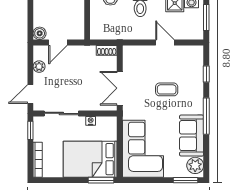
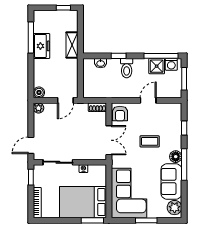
door: (58, 43) -> (65, 100), moved
door: (165, 43) -> (148, 100), hinge flipped
armchair: (133, 58) -> (120, 114), added
plant: (39, 67) -> (39, 108), moved
double door: (120, 88) -> (109, 140), swing flipped
floor lamp: (197, 107) -> (176, 157), added
window: (185, 180) -> (146, 220), moved

